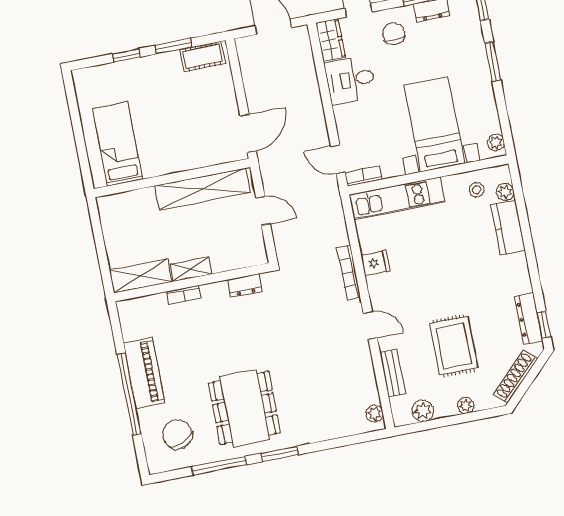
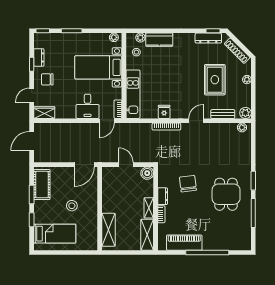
cot: (203, 56) -> (42, 185), width x1.37, depth x1.34
desk: (350, 80) -> (88, 106), moved
stool: (167, 125) -> (72, 206), added
door: (248, 133) -> (84, 165), swing flipped
bed: (117, 144) -> (55, 234), moved, turned 180
shelving: (202, 189) -> (108, 230), moved, width x0.68
door: (263, 211) -> (126, 165), hinge flipped
boiler: (255, 254) -> (147, 173), added
dresser: (245, 285) -> (163, 196), moved
rug: (454, 346) -> (215, 80), turned 90
piano: (144, 373) -> (184, 243), moved
dining table: (244, 408) -> (226, 194), width x0.73
plant: (423, 411) -> (245, 113), moved
chair: (177, 434) -> (188, 184), moved, turned 106

